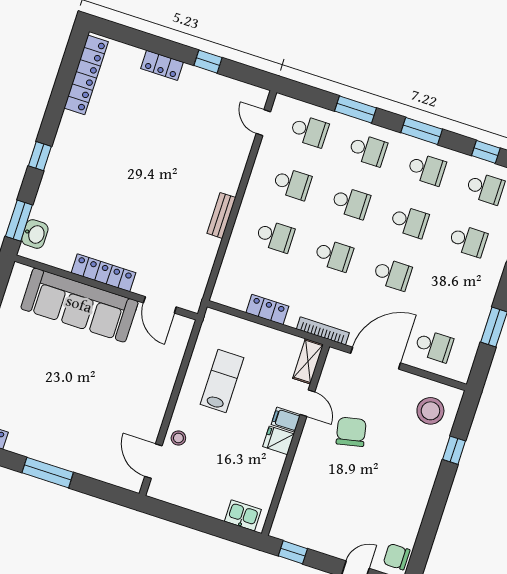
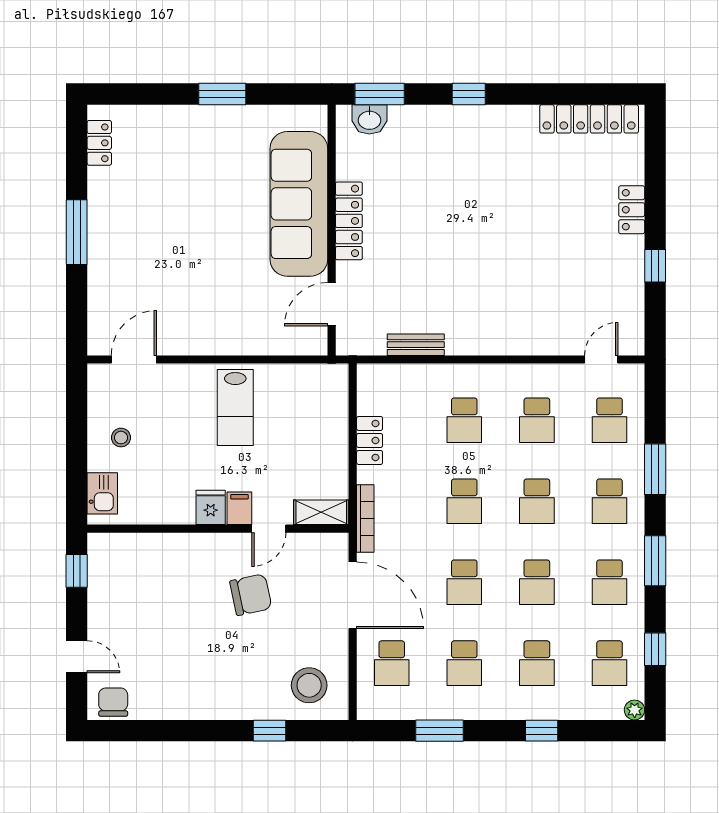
bench: (221, 215) -> (416, 345), moved
school desk: (451, 293) -> (464, 663), added
lab bench: (222, 381) -> (235, 408), moved, turned 90
stool: (178, 438) -> (121, 438), moved

